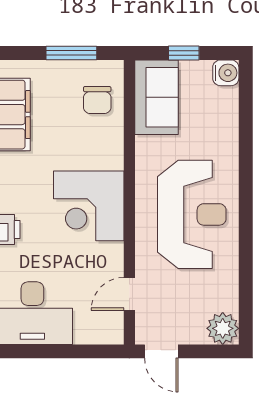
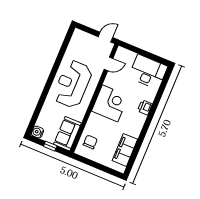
window: (71, 53) -> (93, 164), removed
plant: (223, 328) -> (79, 36), removed
door: (161, 351) -> (105, 37), hinge flipped

